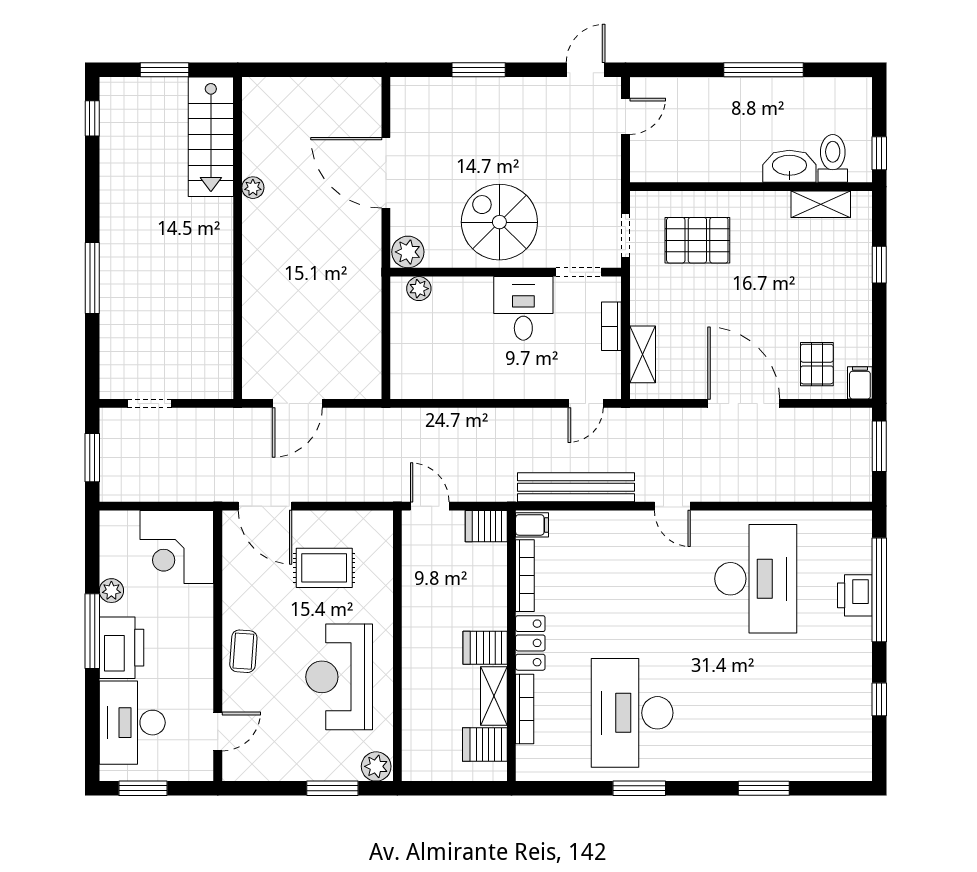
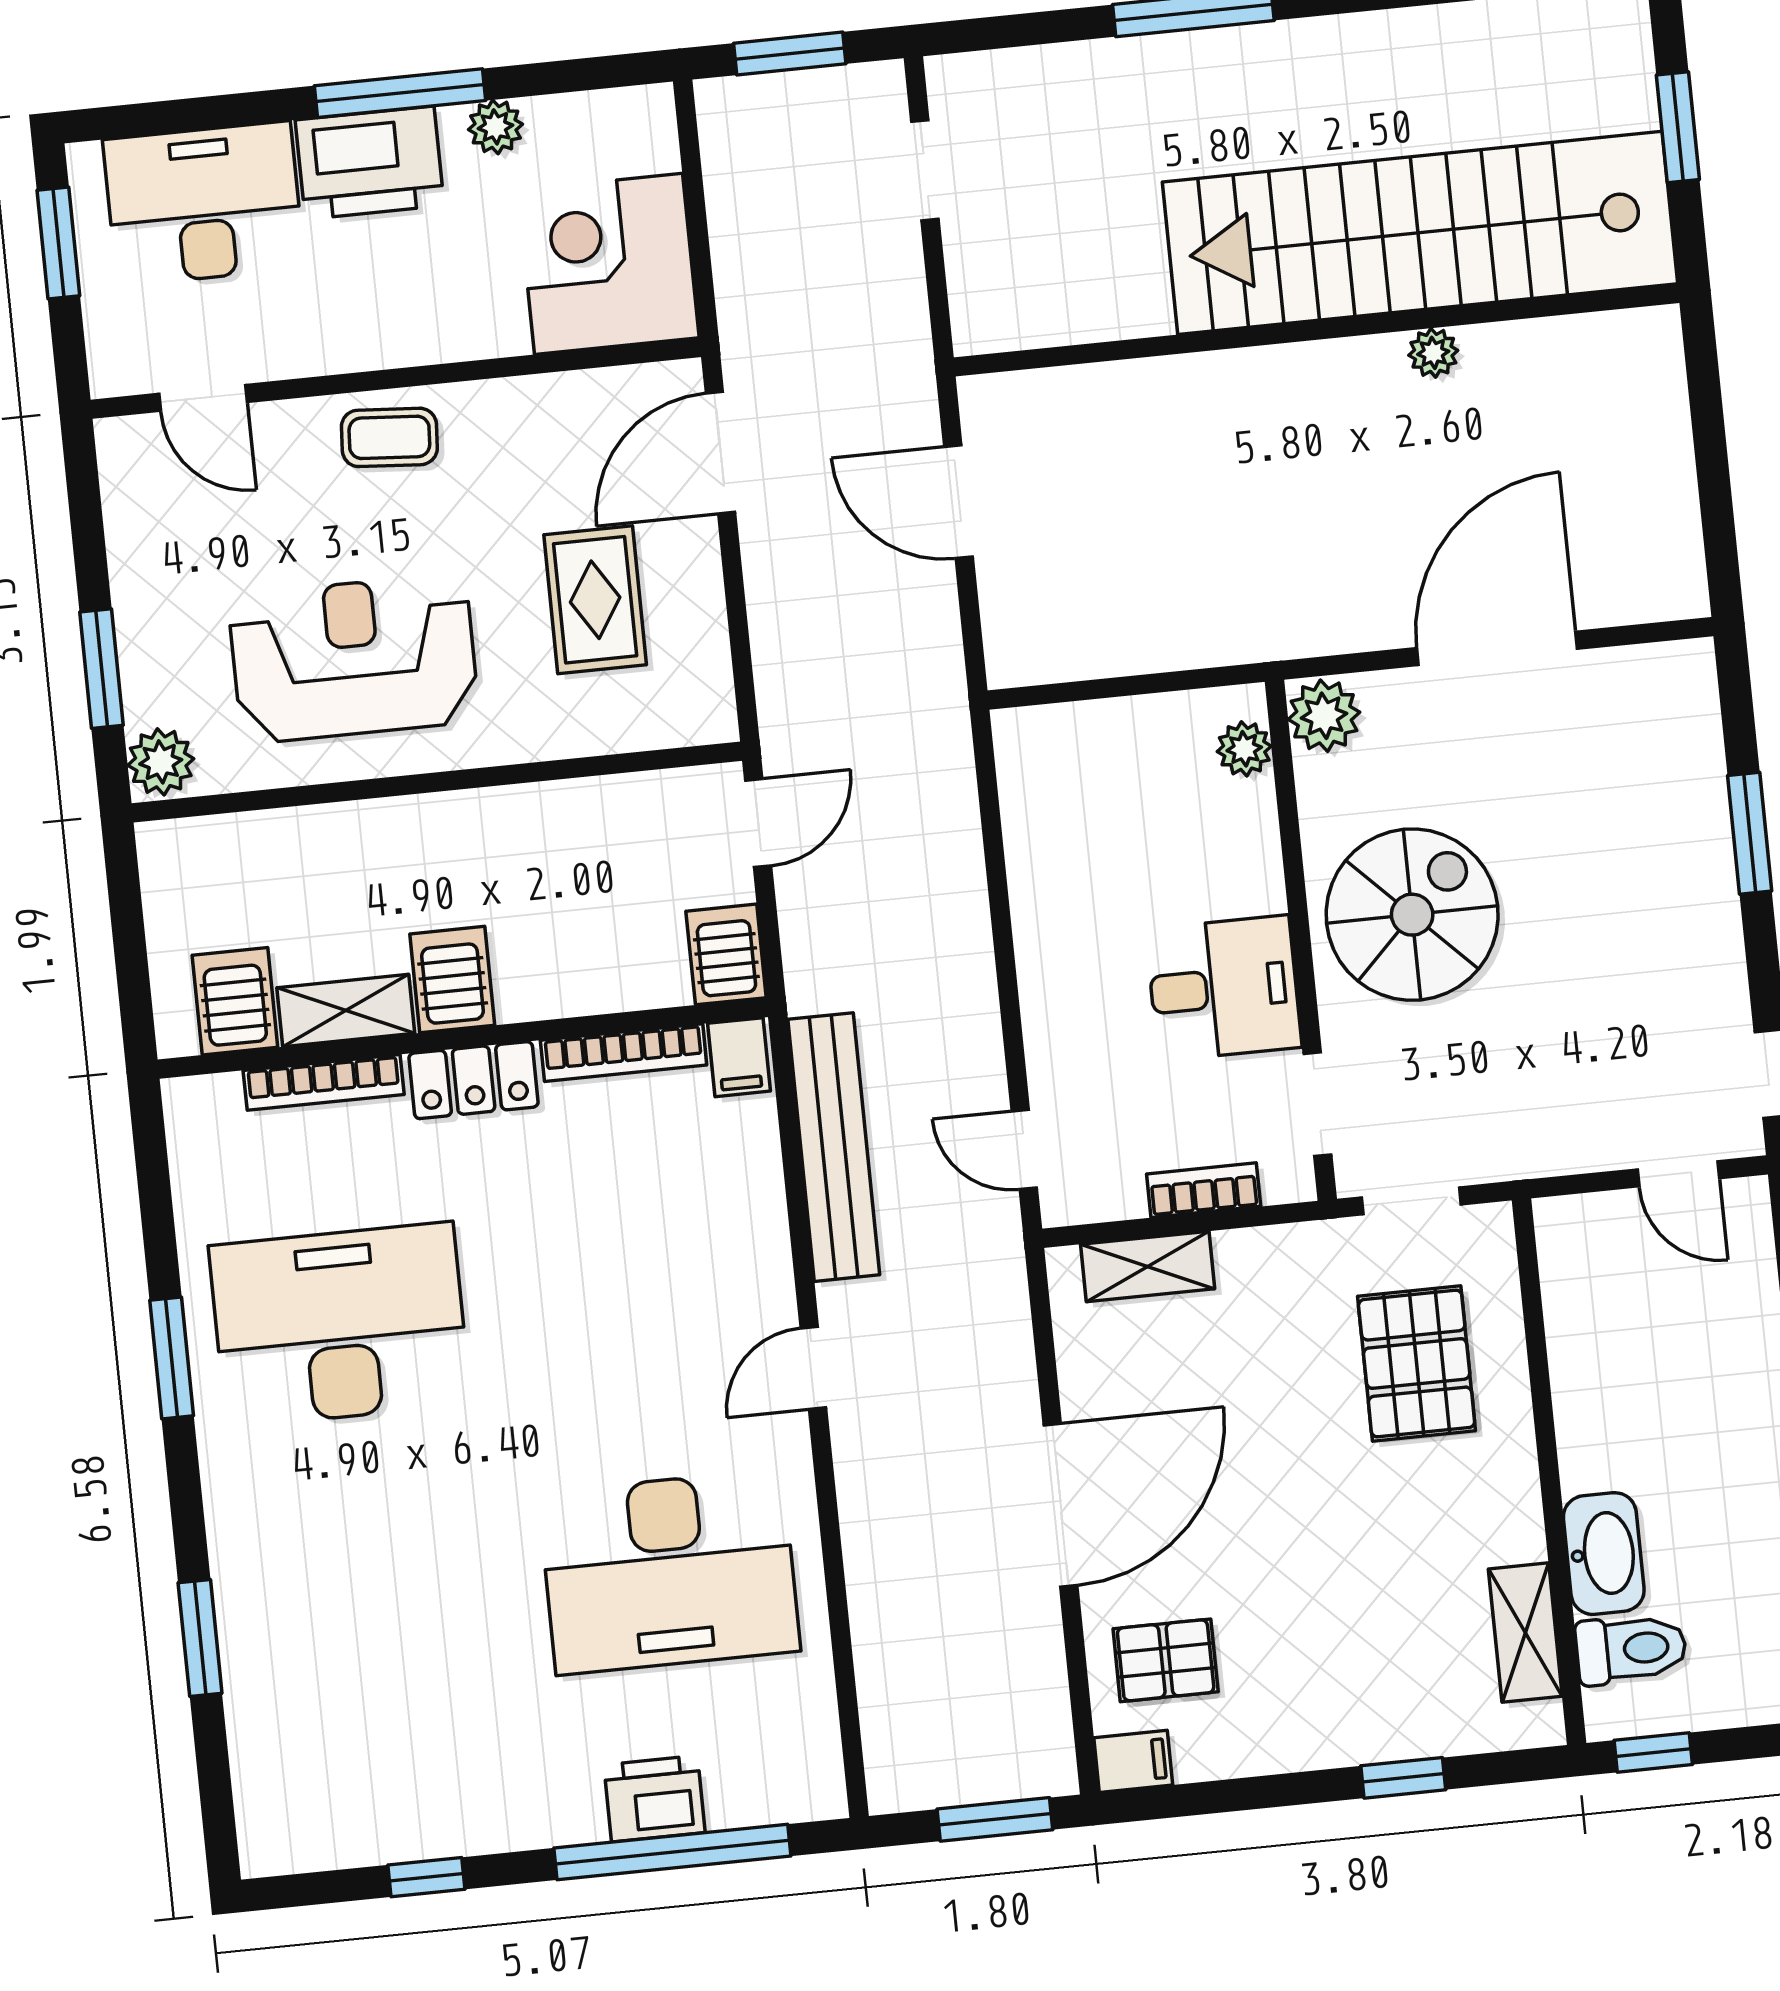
stairs: (211, 137) -> (1420, 233), width x1.86, depth x1.51

